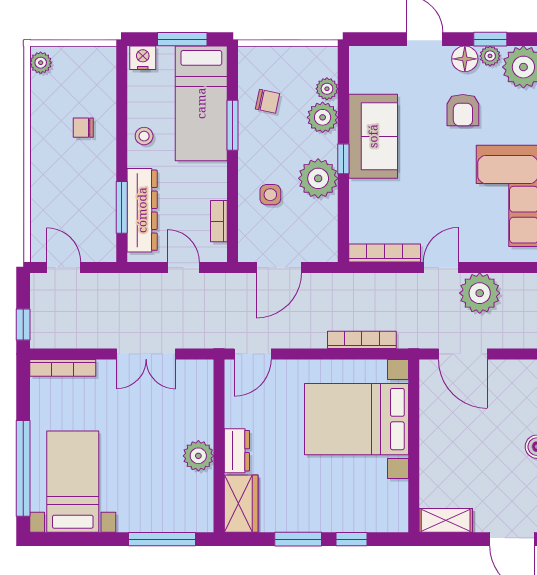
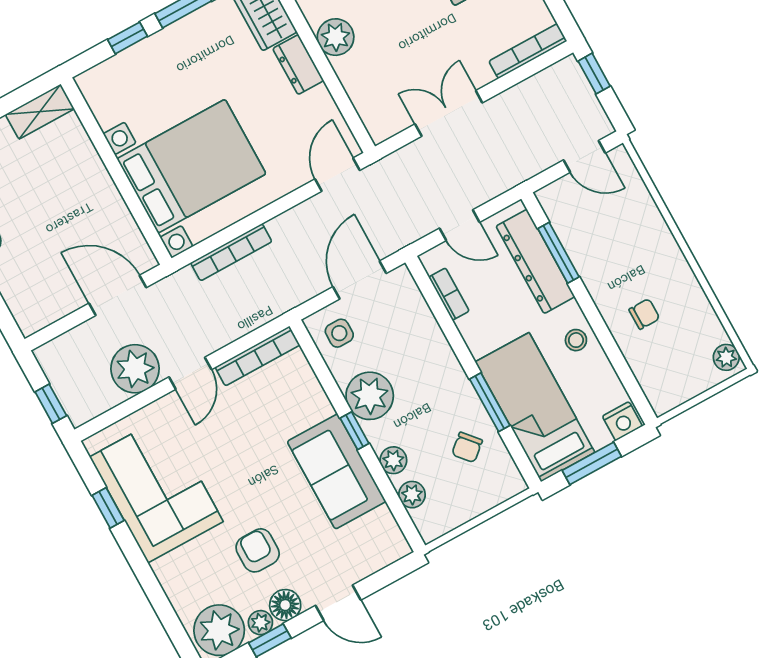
chair: (267, 101) -> (467, 447), turned -53
plant: (323, 117) -> (393, 460), width x0.73, depth x0.73
side table: (270, 195) -> (339, 333), moved

